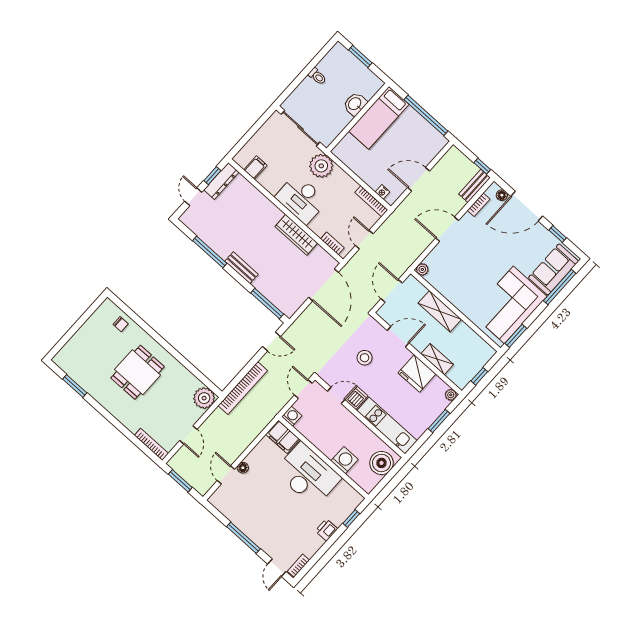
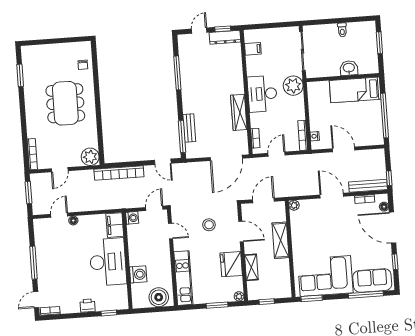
bench: (474, 186) -> (368, 186), width x1.36
bench: (242, 268) -> (189, 128), moved
dining table: (138, 372) -> (65, 103), width x1.38
dishwasher: (356, 398) -> (181, 244), removed

